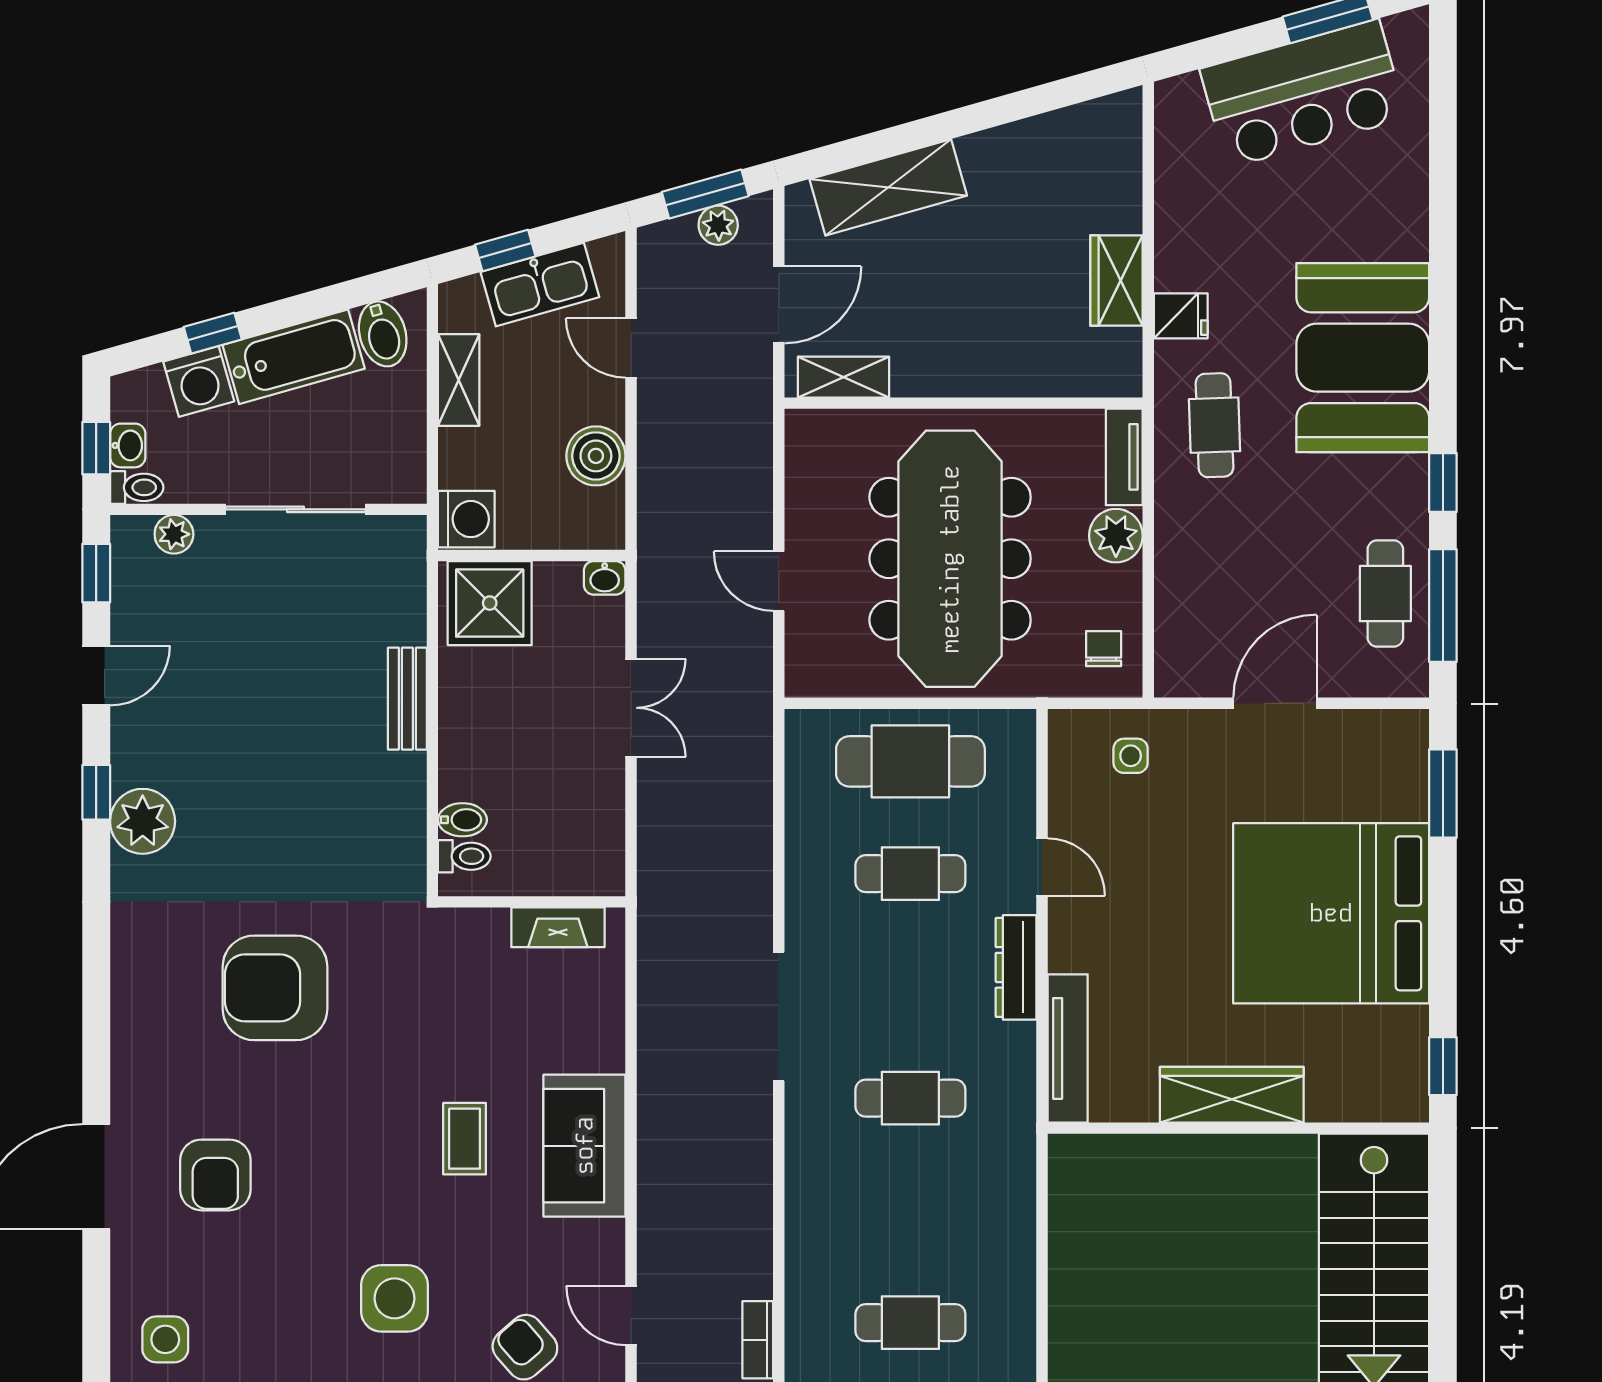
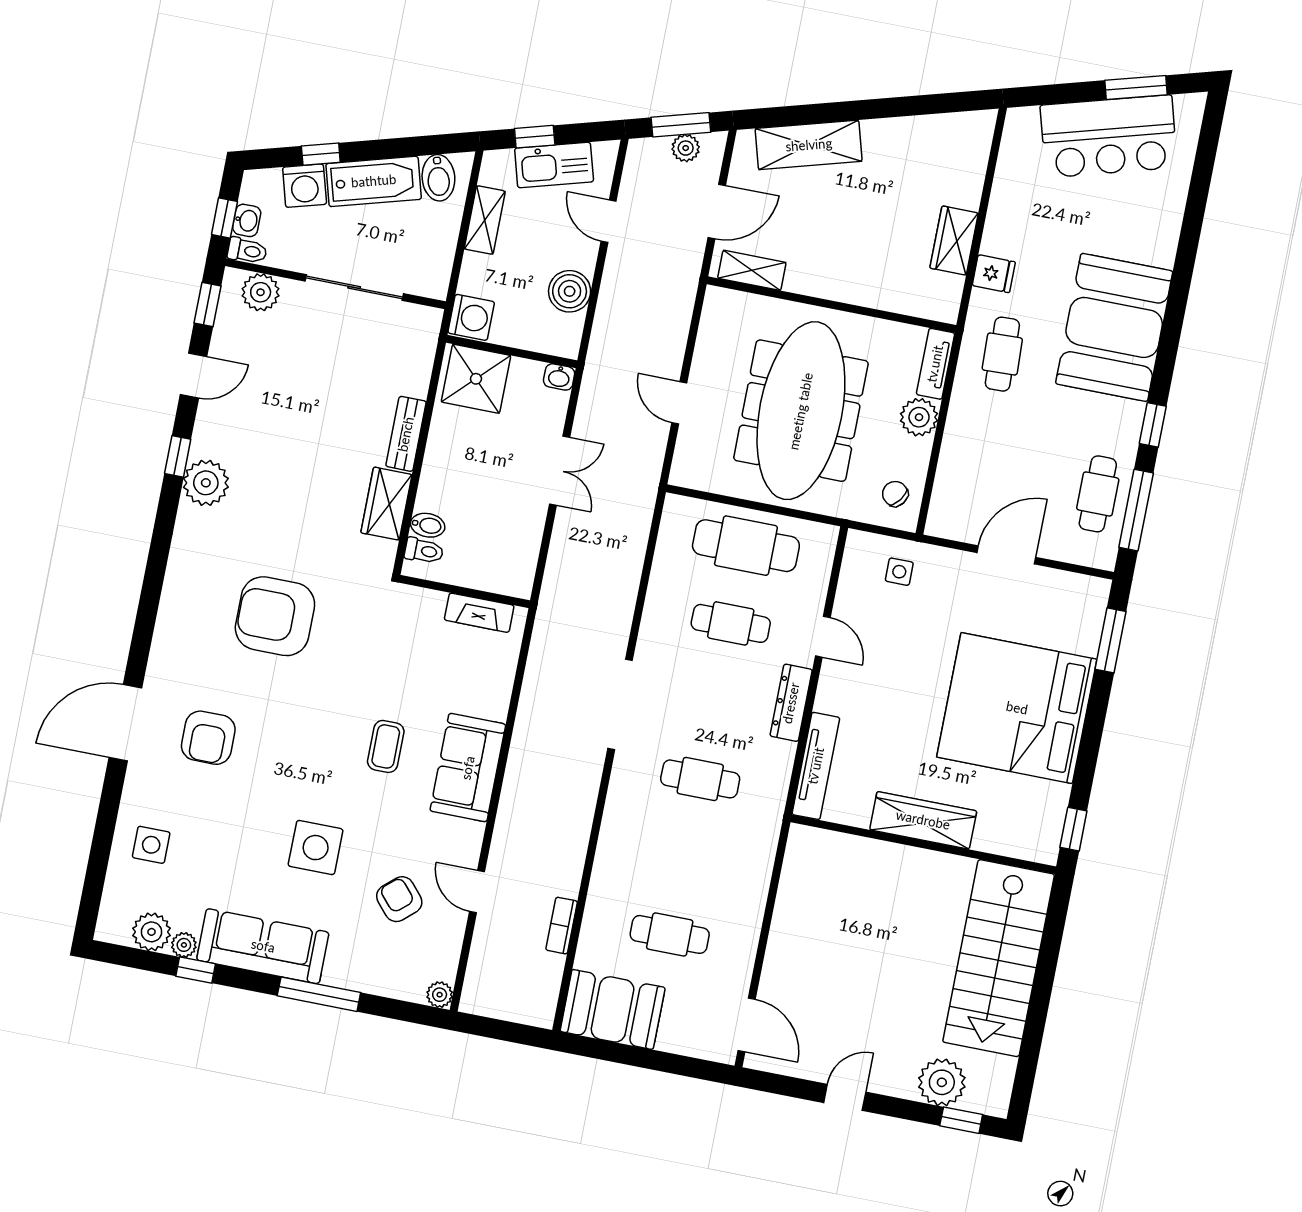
plant: (174, 534) -> (261, 292), width x1.38, depth x1.38
chair: (1104, 649) -> (895, 494), turned -54
wardrobe: (399, 801) -> (386, 504), added

